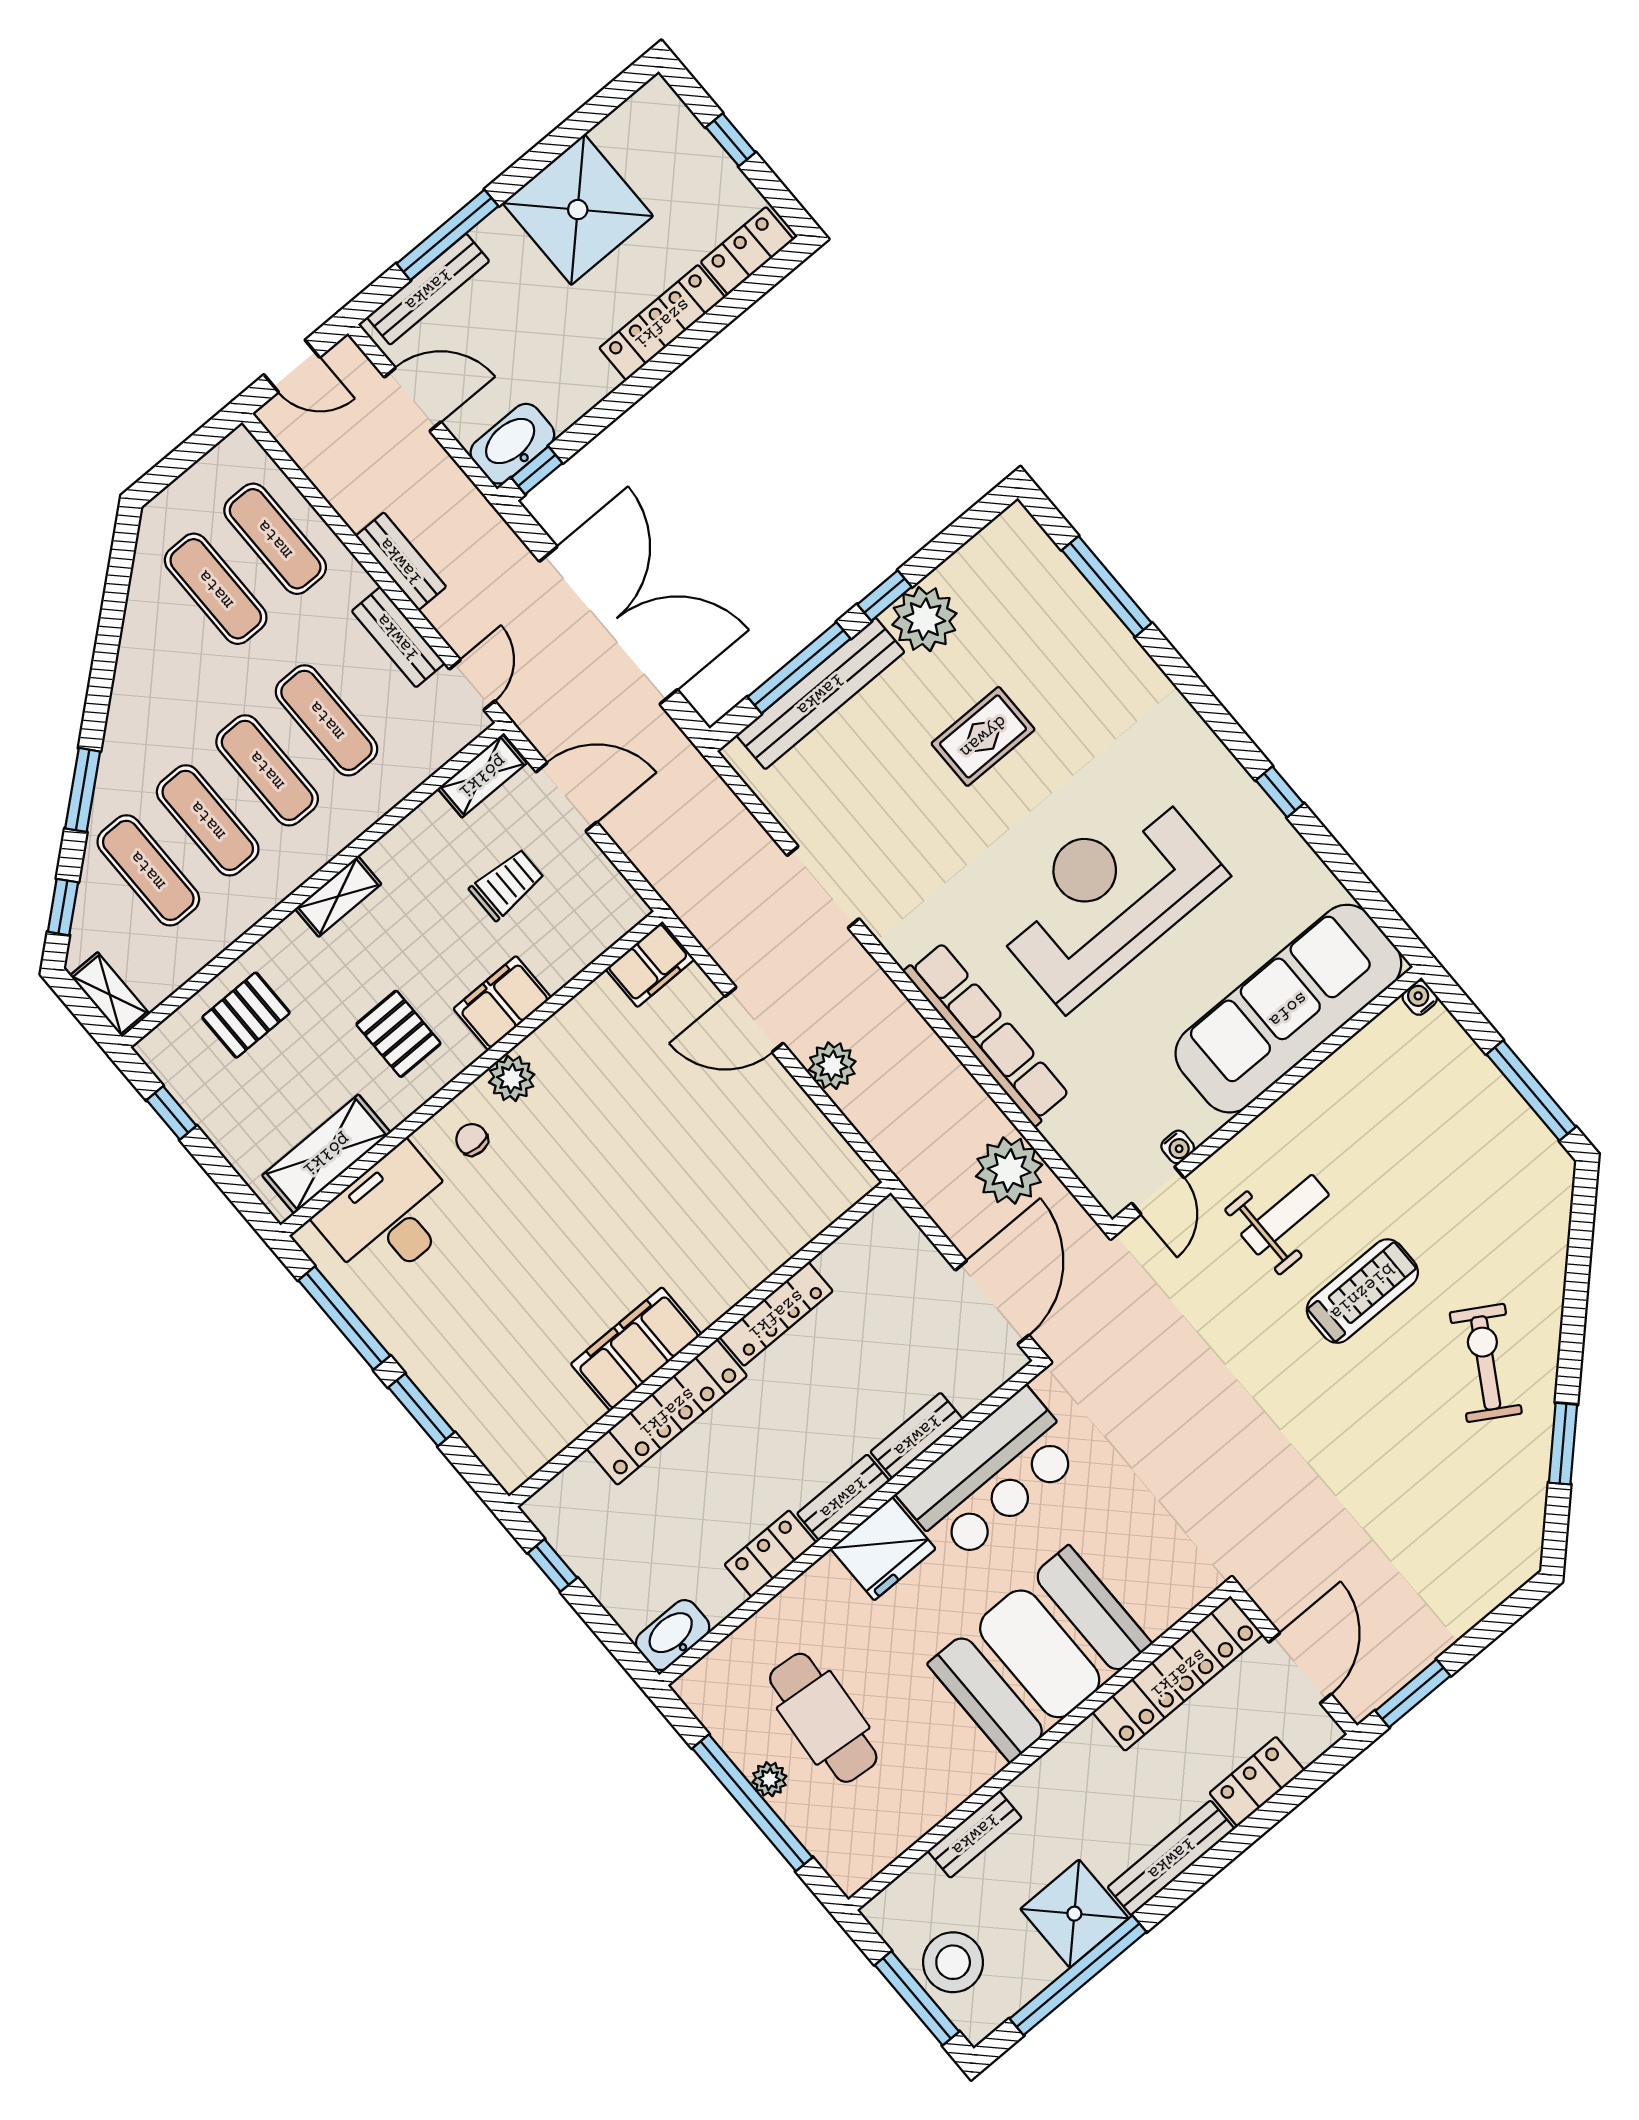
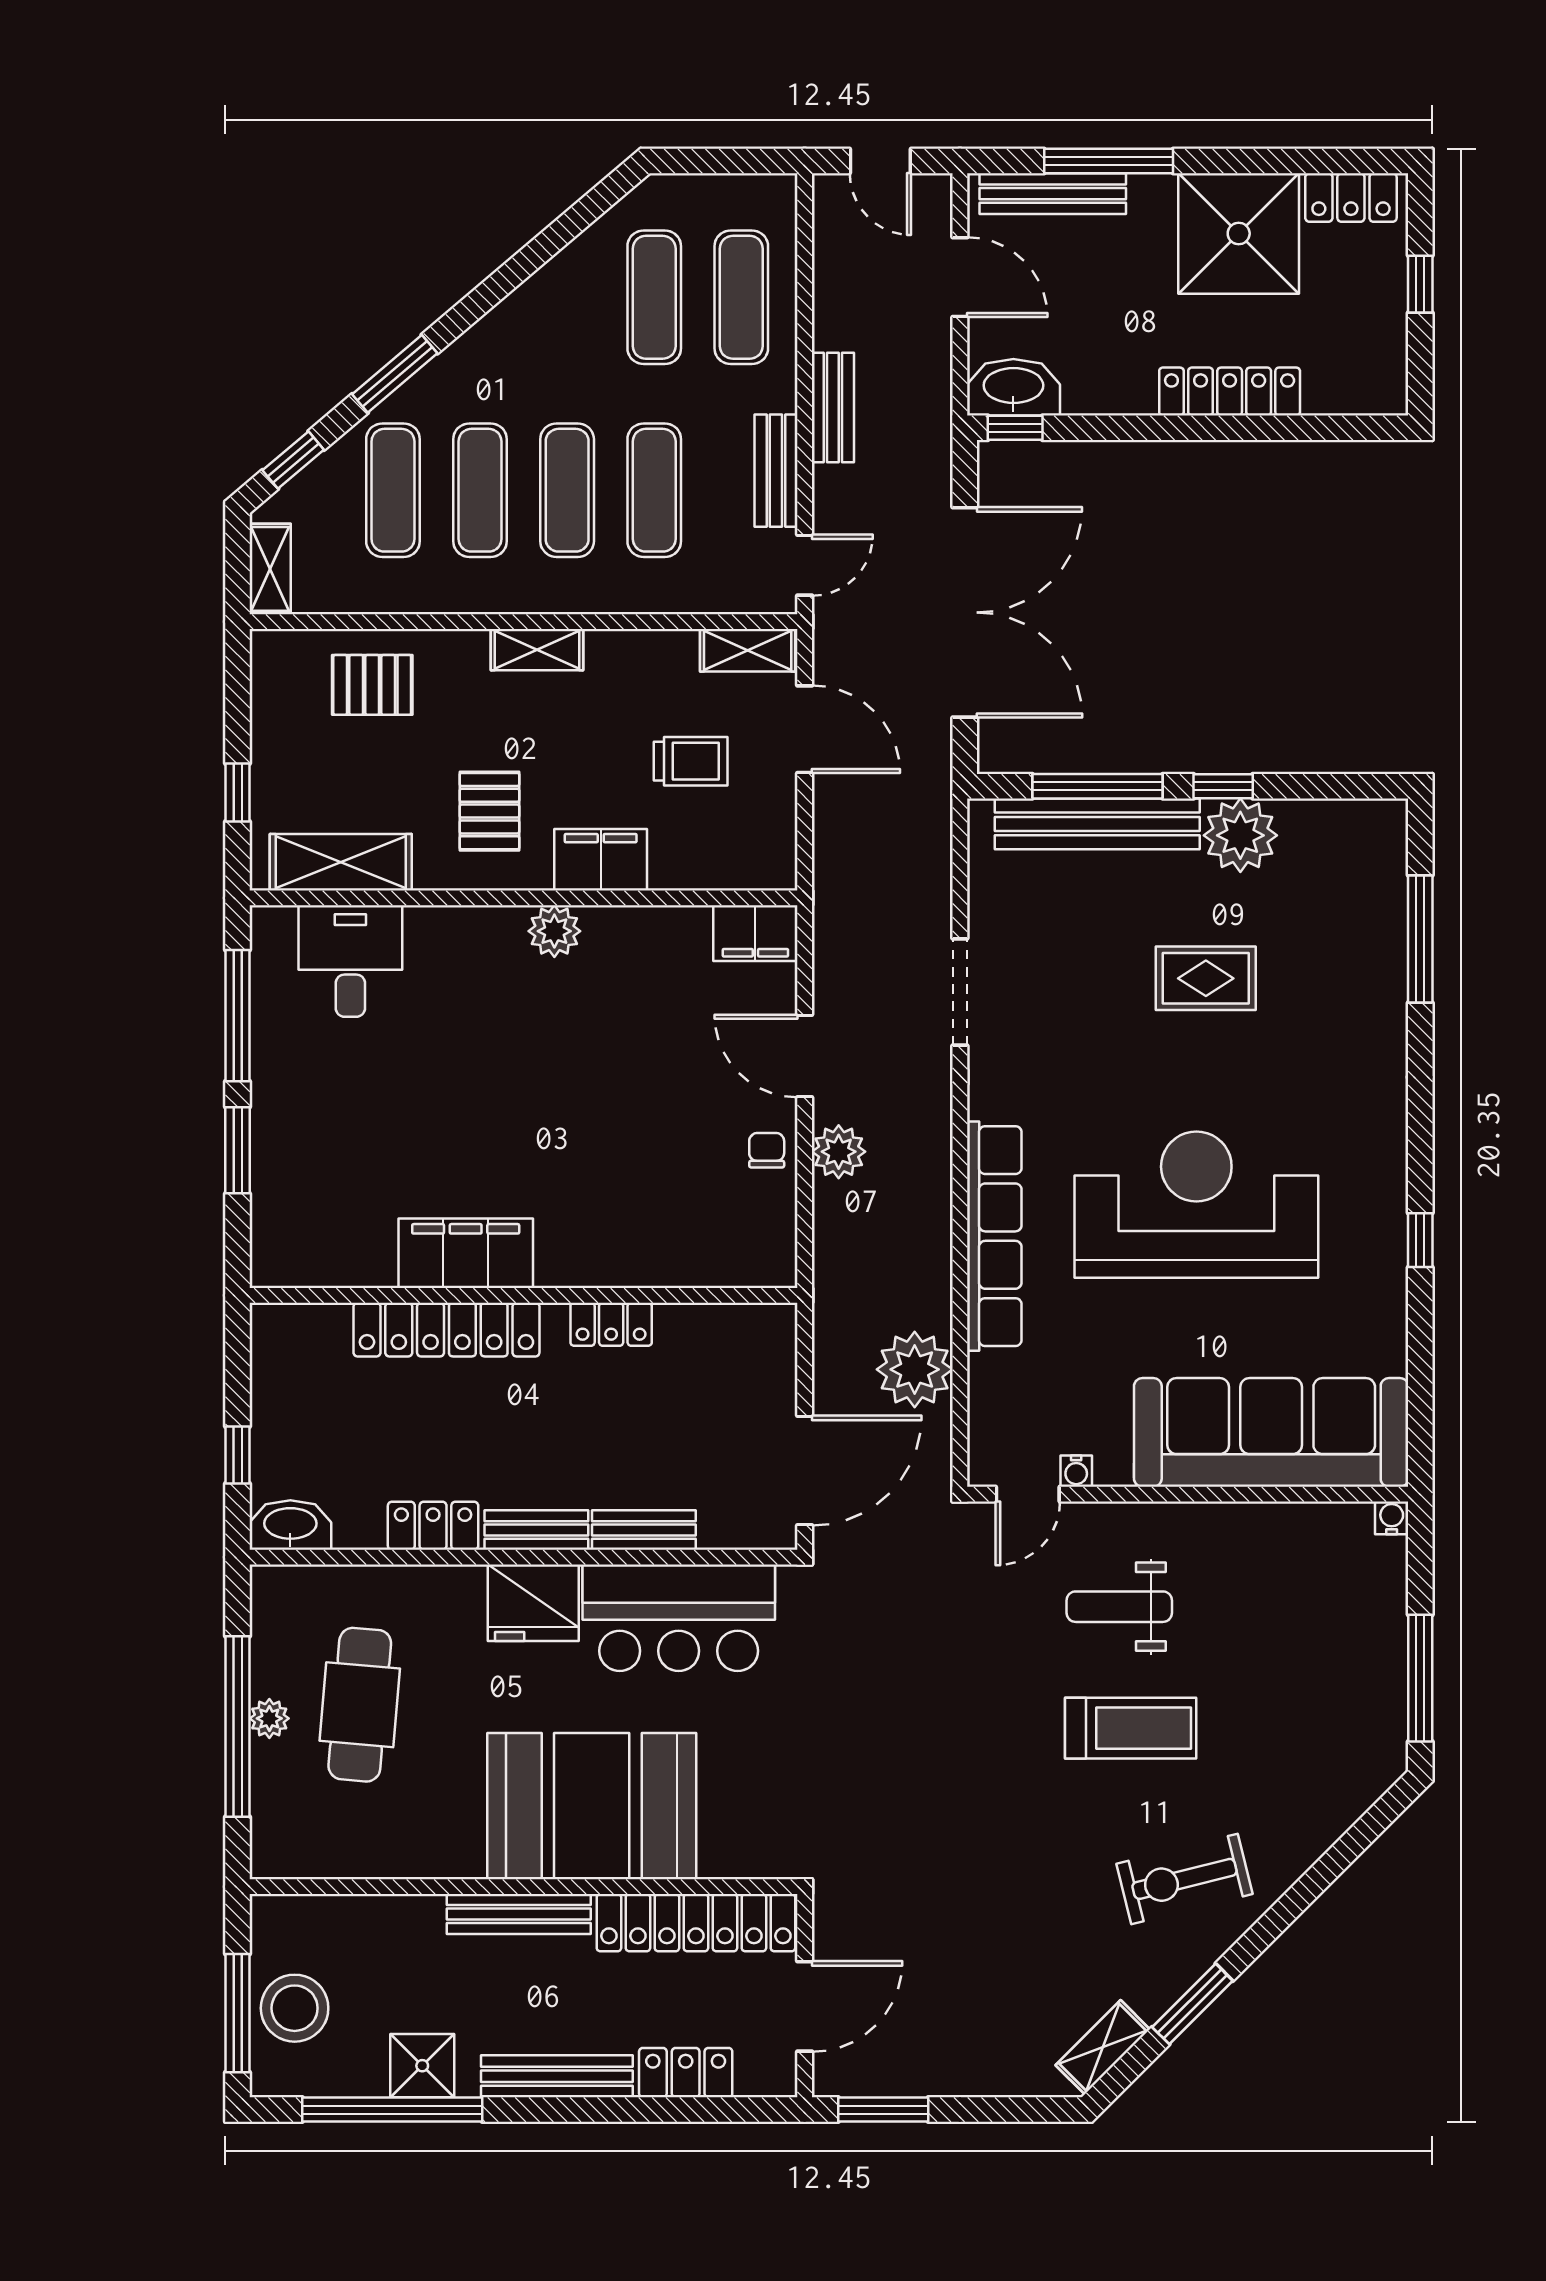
locker: (747, 251) -> (1351, 198), moved, turned 180
window: (171, 1113) -> (238, 793), moved
chair: (472, 1140) -> (767, 1150), moved
weight bench: (1285, 1215) -> (1119, 1607), turned 180
desk: (390, 1216) -> (350, 961), width x0.73
locker: (776, 1314) -> (611, 1324), width x0.66
exercise bike: (1486, 1363) -> (1184, 1879), turned -135
shelving: (1527, 1525) -> (1103, 2047), added
window: (552, 1565) -> (238, 1455), moved
bench: (975, 1834) -> (519, 1914), moved, width x1.36
shower: (1074, 1914) -> (422, 2066), width x0.73, depth x0.73

